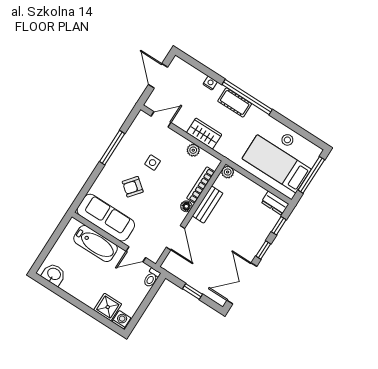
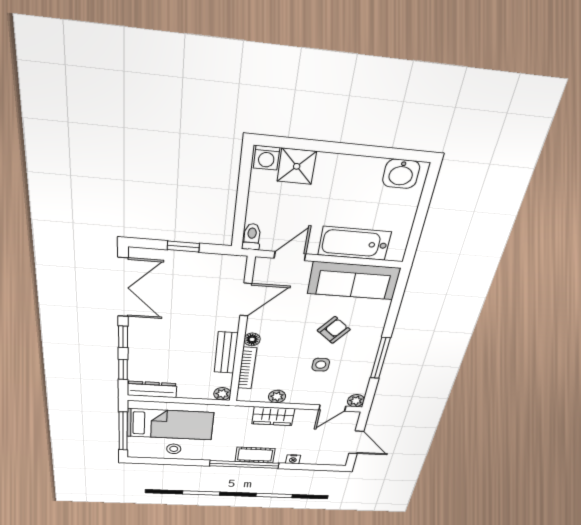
plant: (142, 118) -> (356, 401), added
dresser: (275, 203) -> (152, 389), width x1.44
door: (176, 238) -> (246, 300), swing flipped

